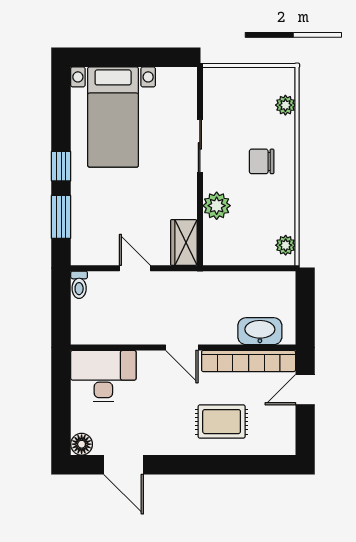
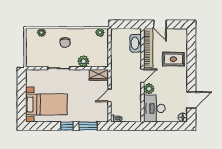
plant: (151, 363) -> (149, 89), added
rug: (222, 422) -> (173, 59), turned 90

